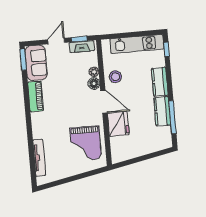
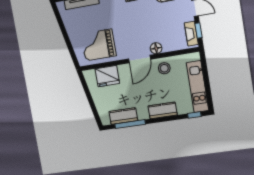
plant: (94, 72) -> (167, 47), removed
kitchen counter: (162, 111) -> (123, 116), moved
fridge: (118, 124) -> (107, 76), moved

